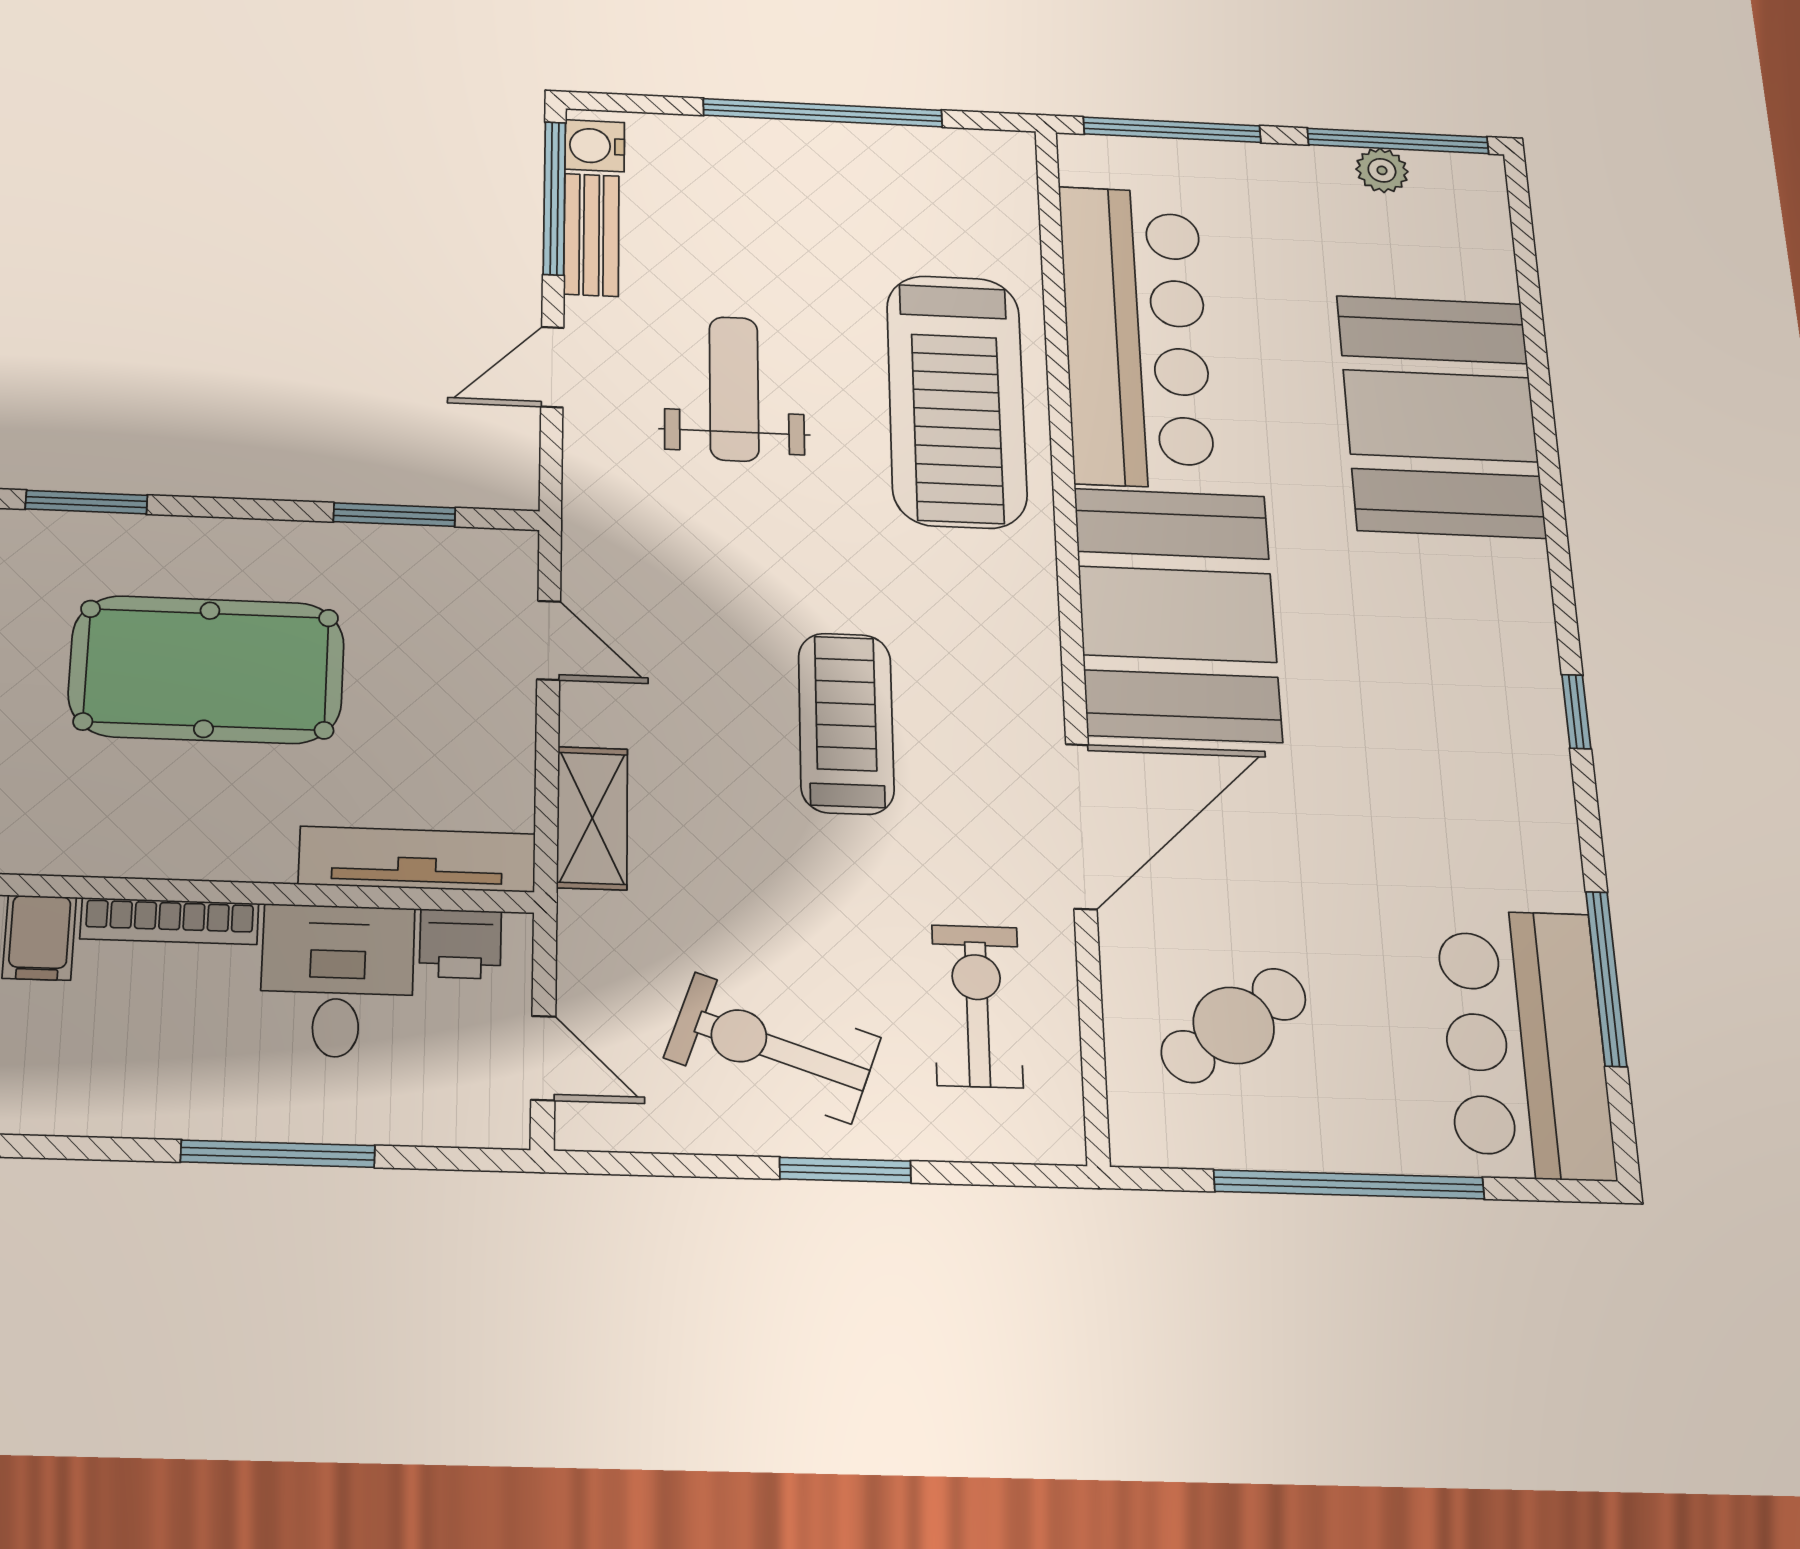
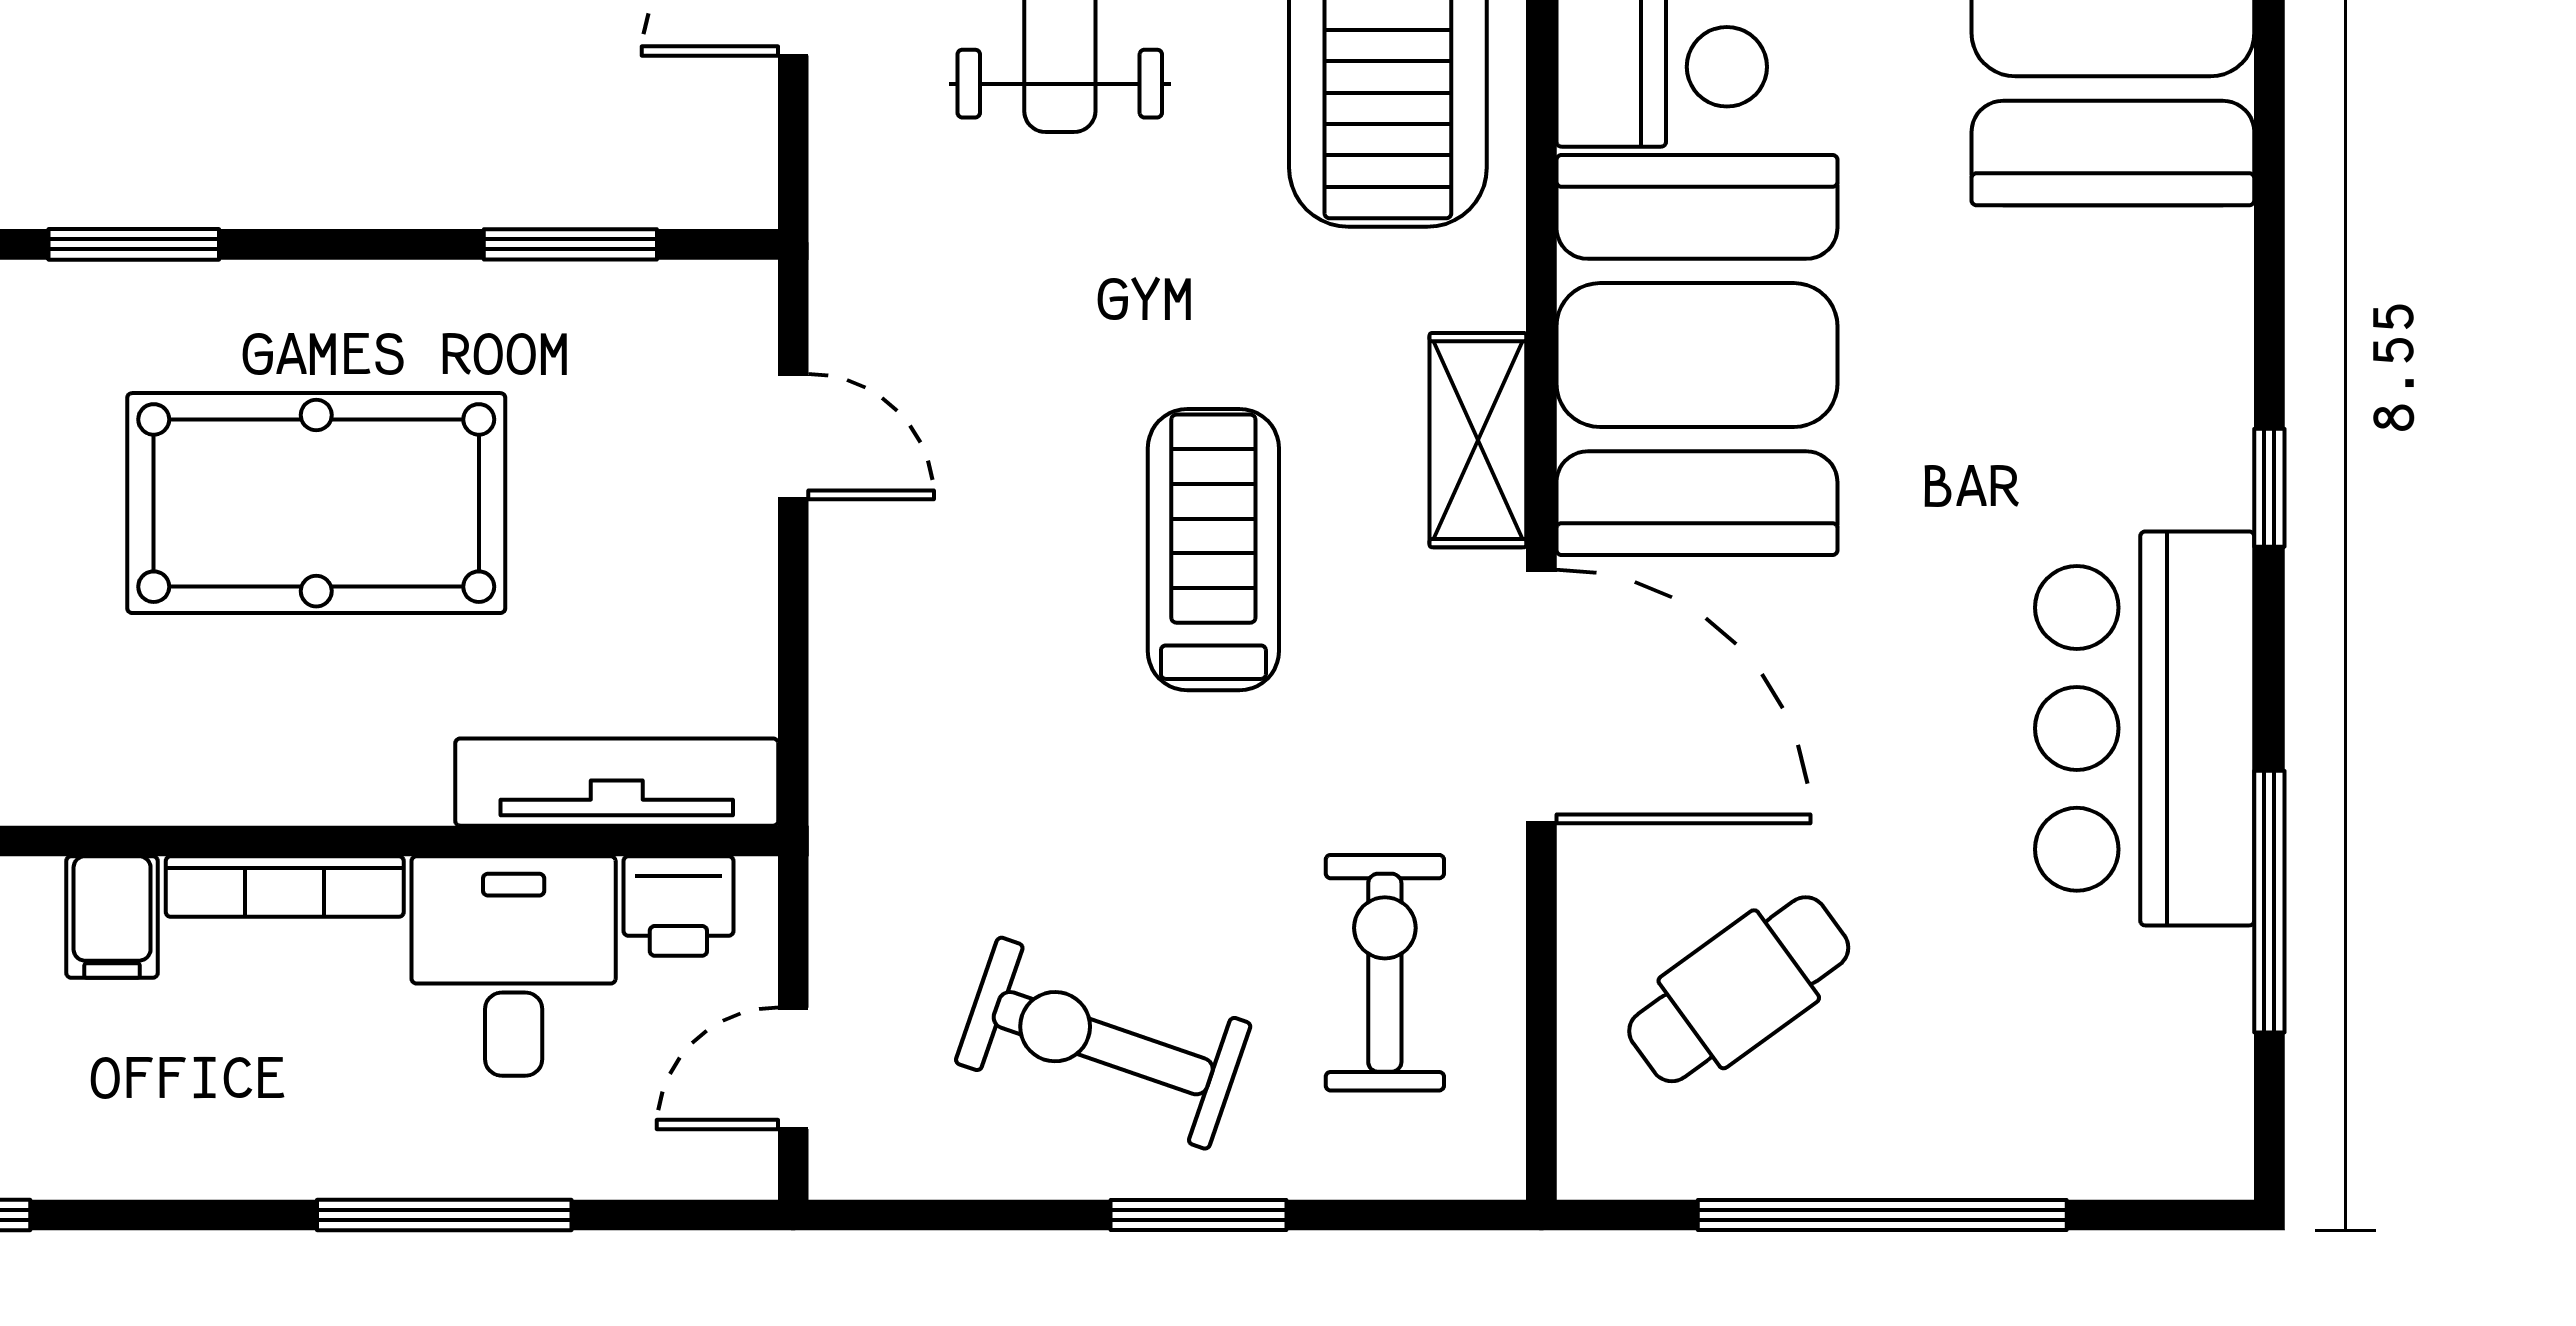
shelving: (592, 818) -> (1478, 440), moved
door: (1081, 826) -> (1541, 696), hinge flipped
bar counter: (1525, 1044) -> (2145, 728), moved
door: (543, 1058) -> (793, 1068), swing flipped

